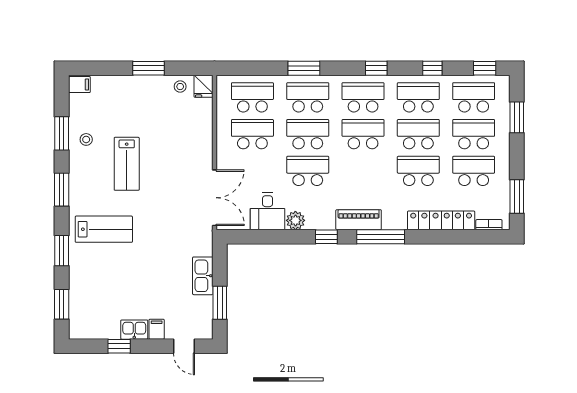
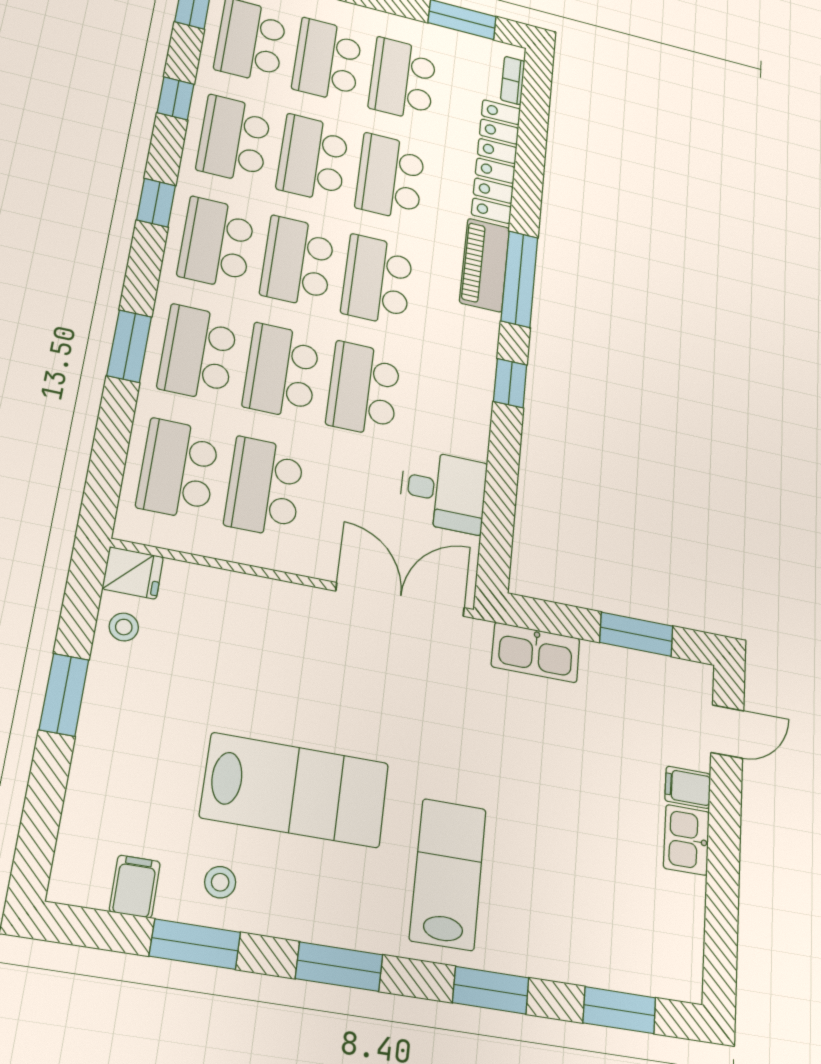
filing cabinet: (79, 85) -> (135, 887), moved
lab bench: (127, 164) -> (295, 790), width x1.36, depth x1.39
school desk: (363, 171) -> (377, 280), added
plant: (295, 220) -> (469, 438), removed
piano: (359, 220) -> (485, 265), moved
kitchen sink: (203, 276) -> (536, 652), moved
window: (119, 346) -> (723, 883), removed

